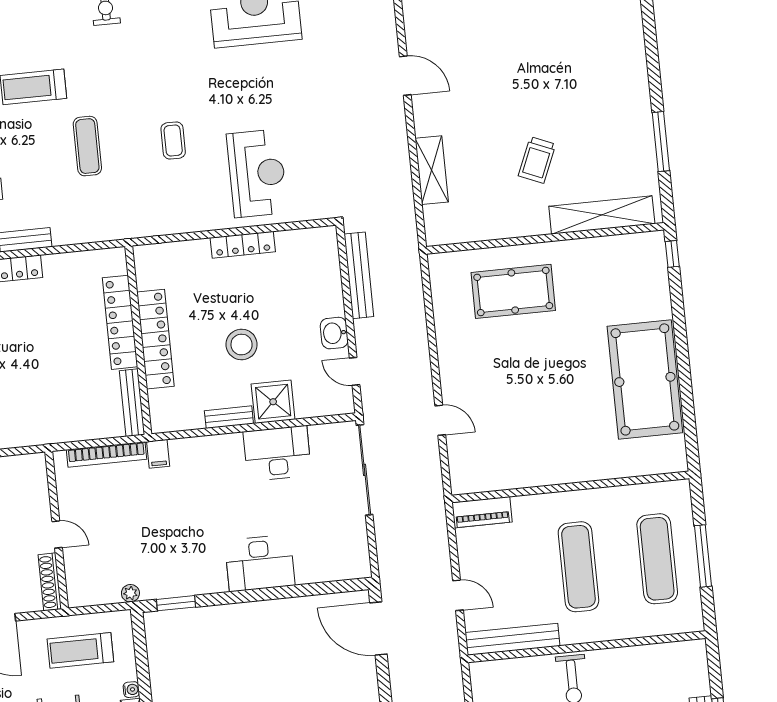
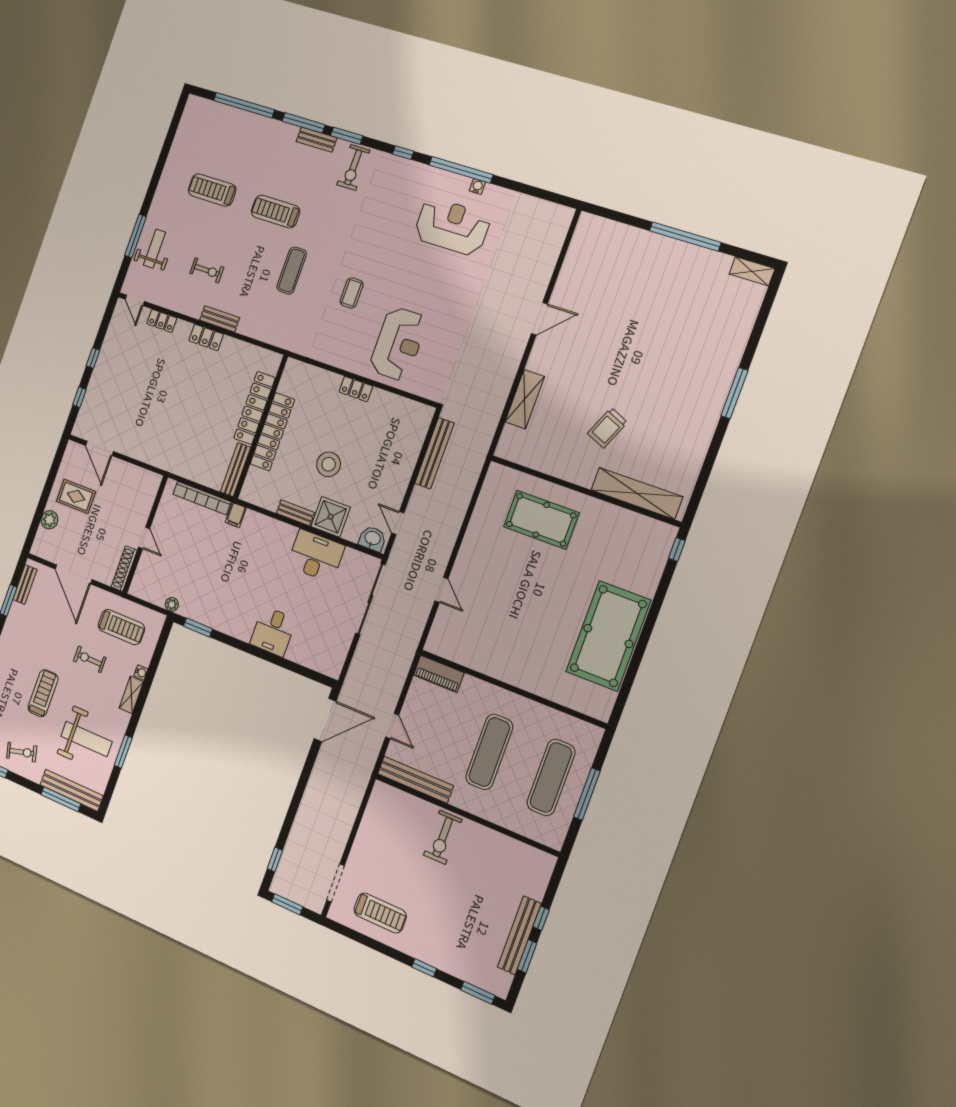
door: (405, 76) -> (539, 319), hinge flipped
window: (661, 142) -> (734, 393), moved
locker: (243, 245) -> (356, 389), width x0.66
washbasin: (334, 333) -> (372, 539), moved, turned 90
desk: (260, 563) -> (273, 631), width x0.73
door: (378, 629) -> (325, 720), swing flipped
treadmill: (80, 650) -> (121, 627), turned 180

